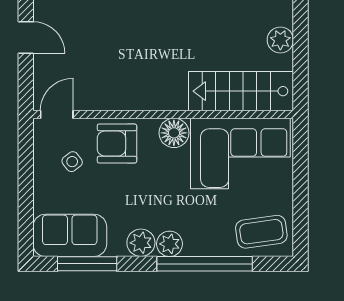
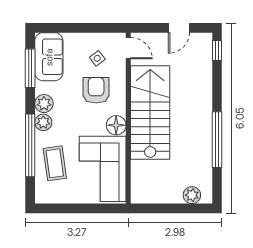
plant: (280, 40) -> (192, 195), moved
stairs: (241, 91) -> (150, 113), moved, width x1.36, depth x1.51
armchair: (117, 144) -> (96, 90), moved
coffee table: (261, 232) -> (55, 163), moved

